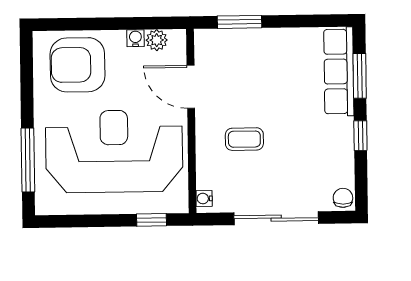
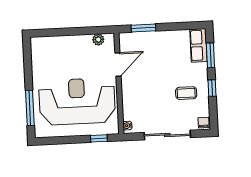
water cooler: (135, 38) -> (87, 39), removed
armchair: (77, 65) -> (55, 55), removed
row of seats: (339, 71) -> (199, 45), width x0.68
door: (191, 87) -> (118, 64), swing flipped
coffee table: (244, 139) -> (186, 93), moved

